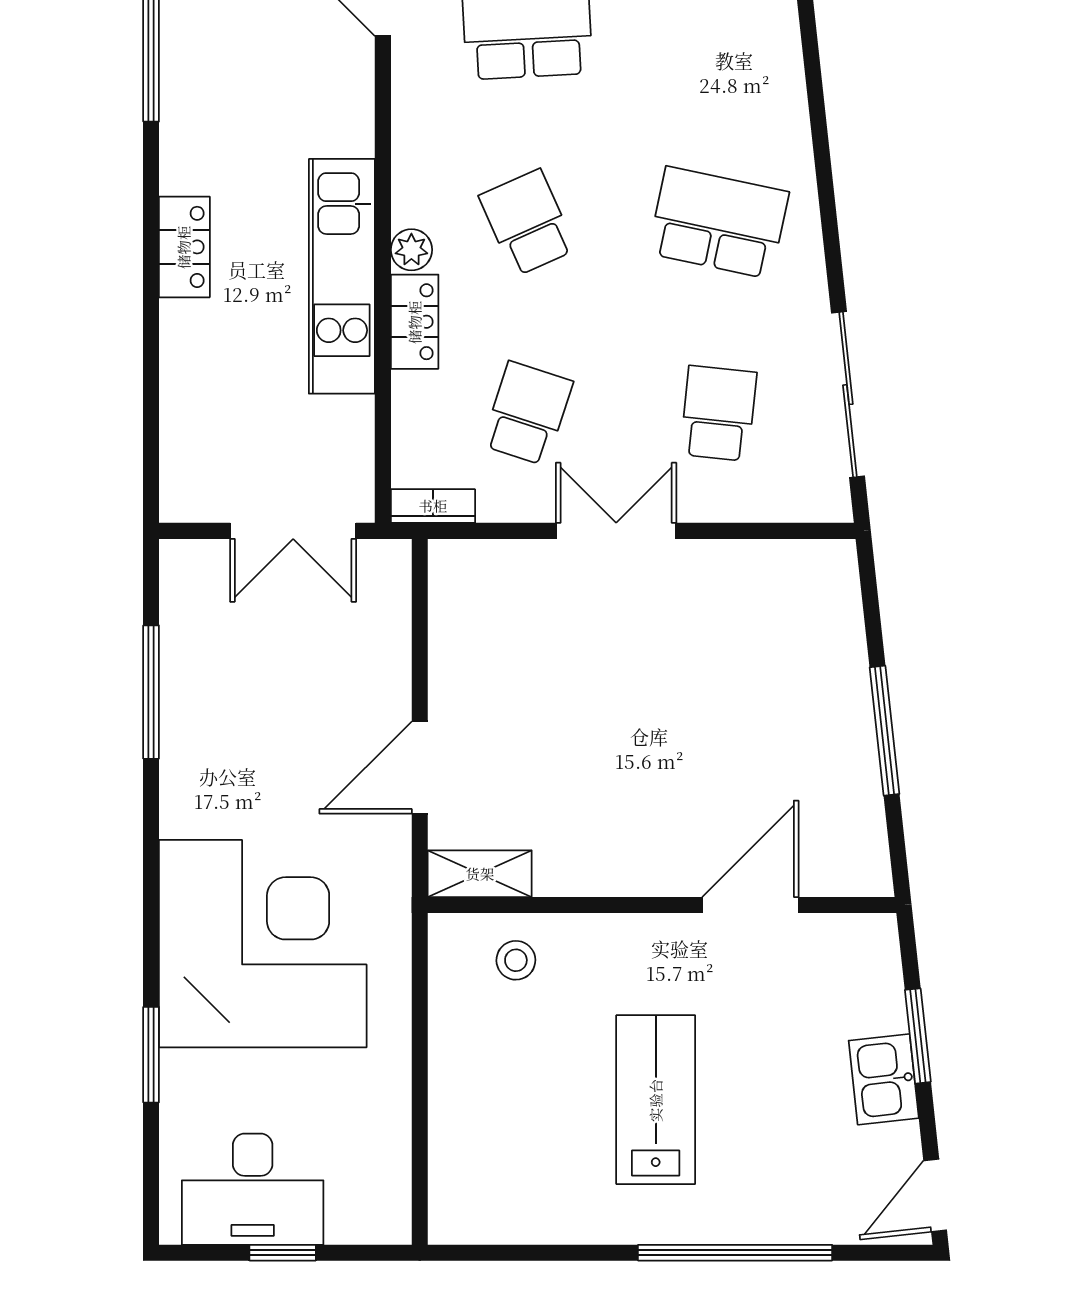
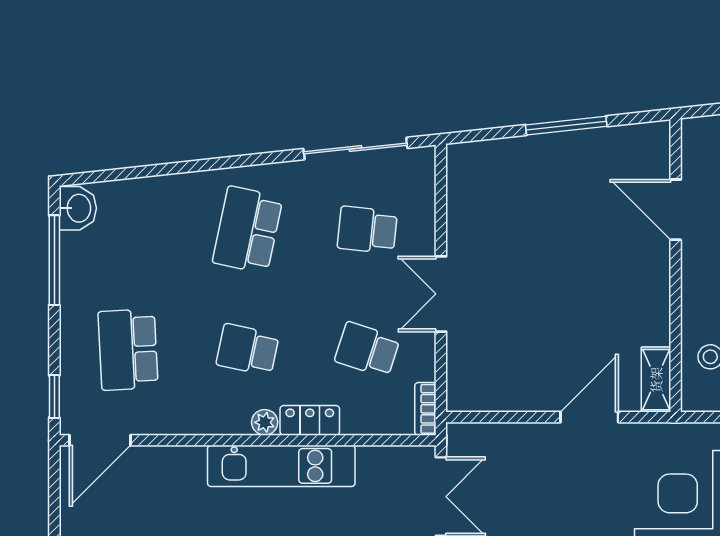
school desk: (527, 223) -> (248, 350), turned 36
door: (420, 768) -> (589, 417), swing flipped

